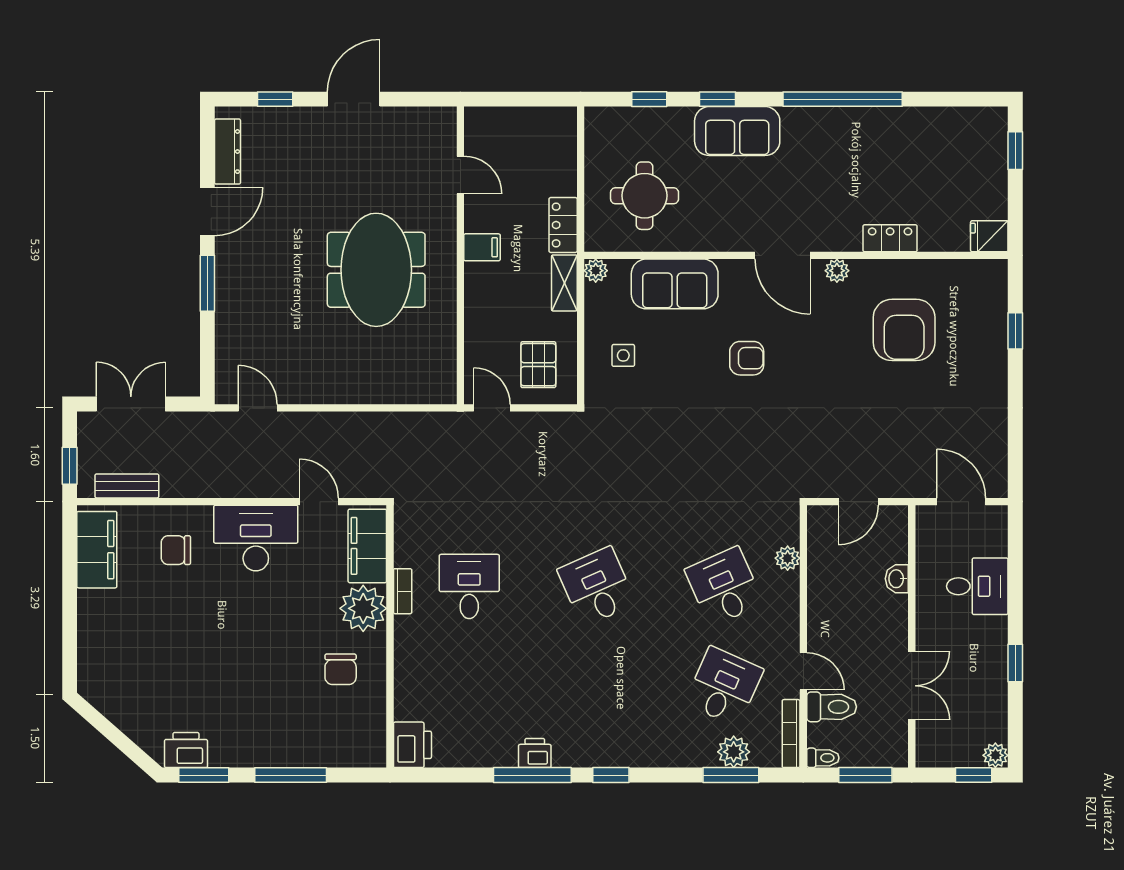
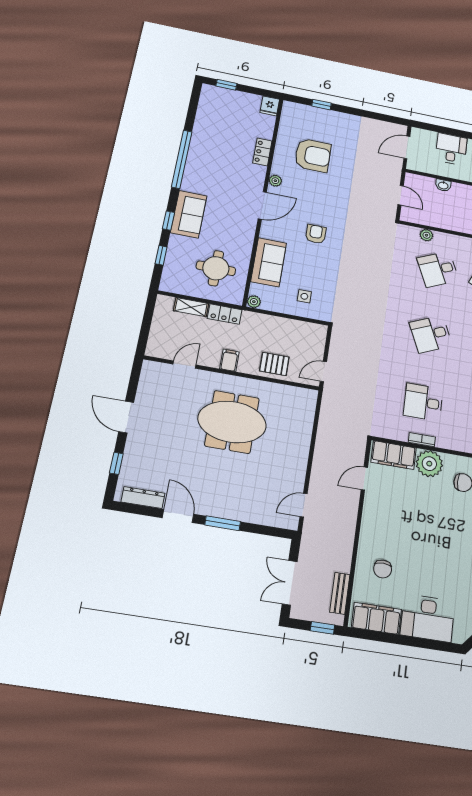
shelving: (564, 283) -> (191, 307), moved
pallet: (538, 365) -> (274, 364), moved
desk: (256, 538) -> (428, 618), moved, turned -90

